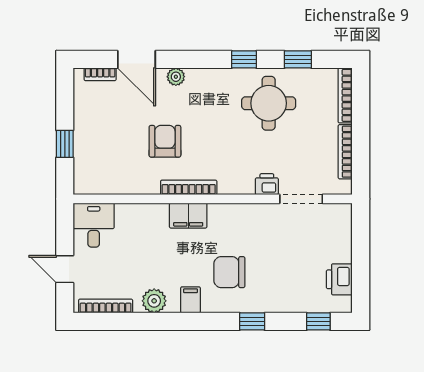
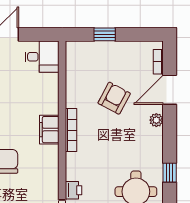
armchair: (165, 141) -> (114, 98), moved, turned -62

